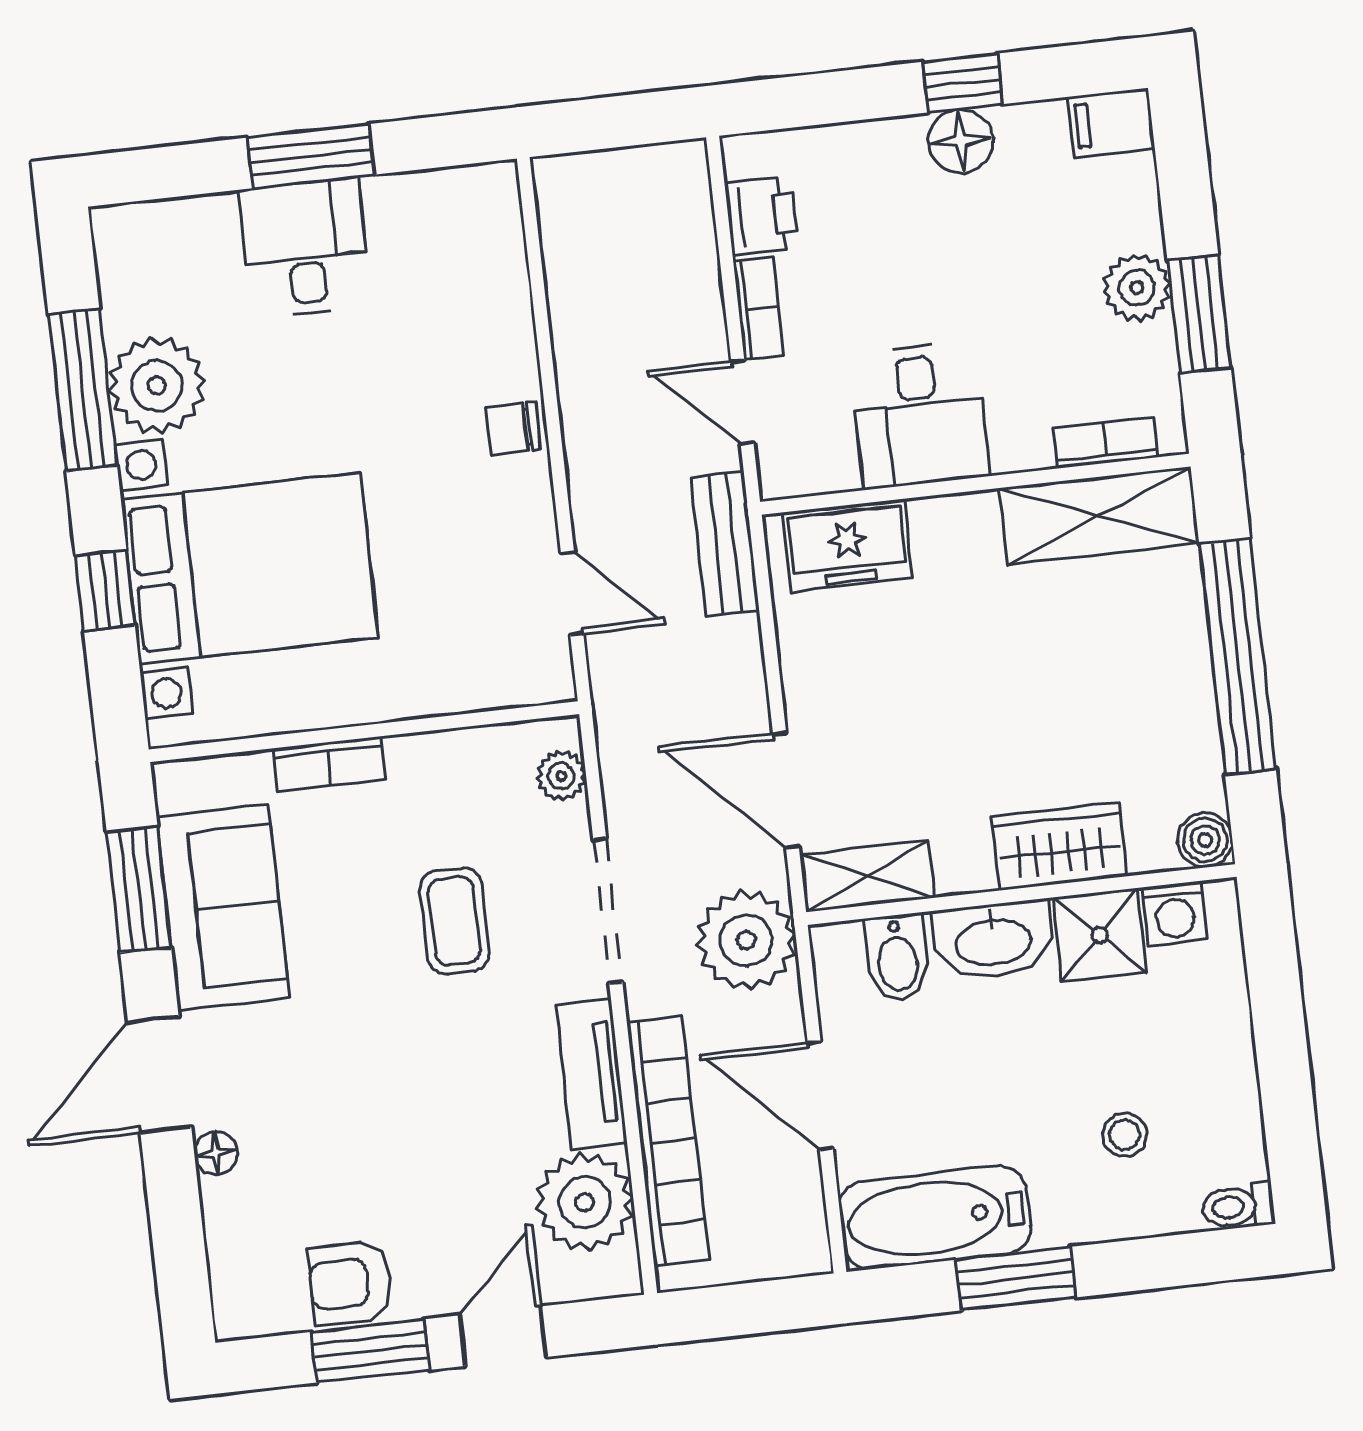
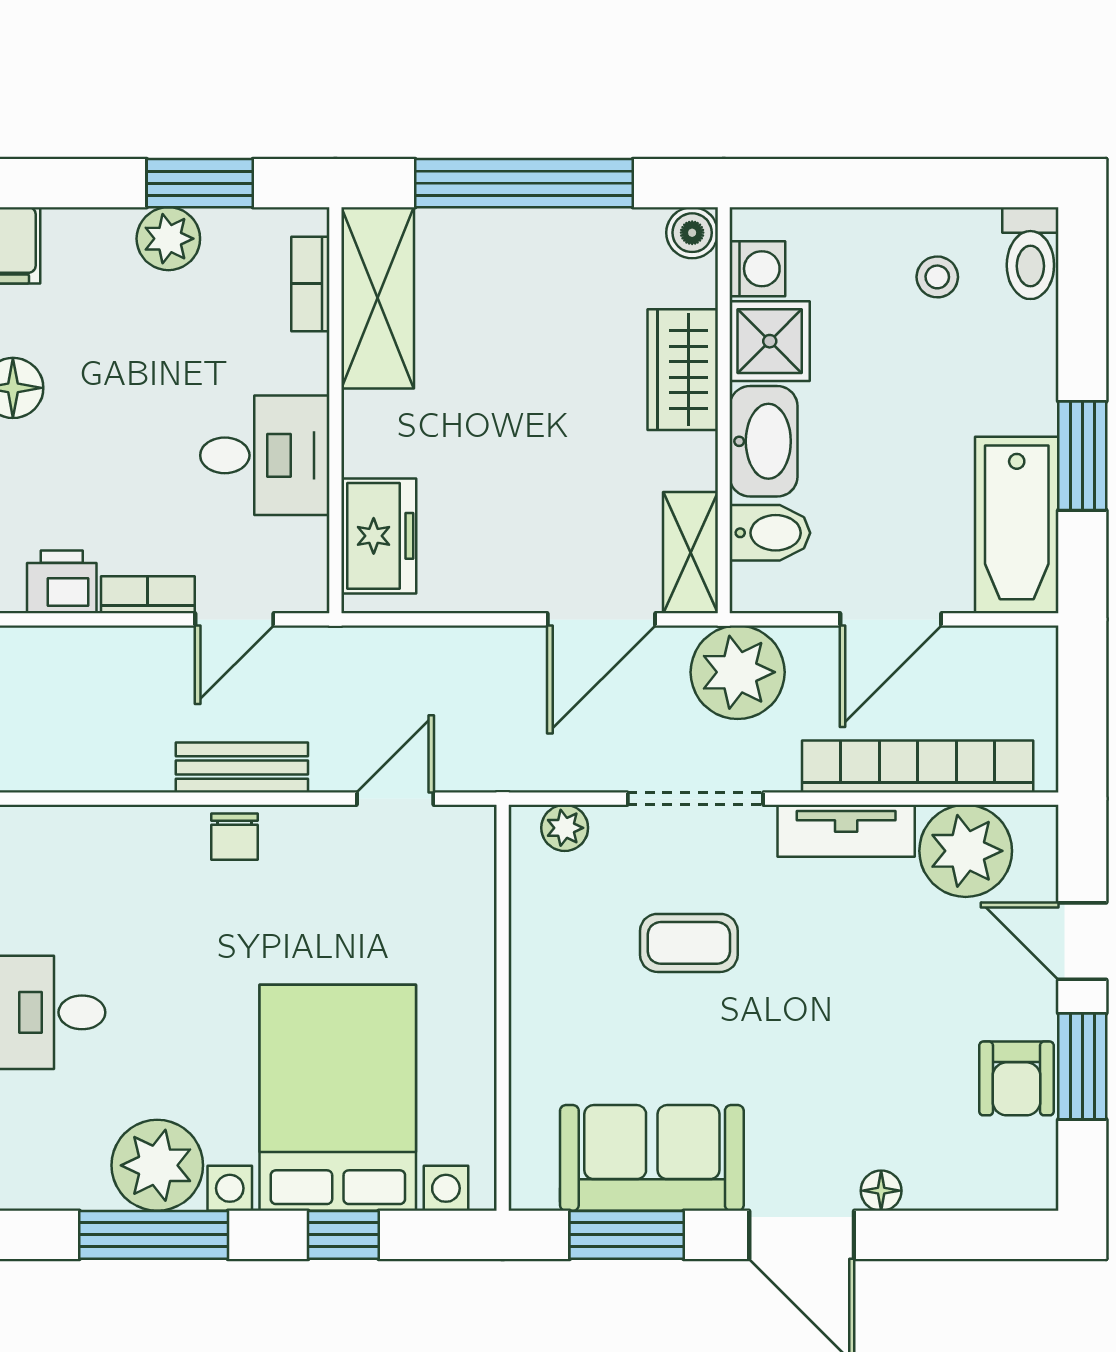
bench: (725, 544) -> (242, 767), moved
bookcase: (329, 764) -> (529, 1044), removed
stool: (1125, 1135) -> (937, 277), moved
toilet: (1238, 1206) -> (1030, 253), width x1.37, depth x1.39

